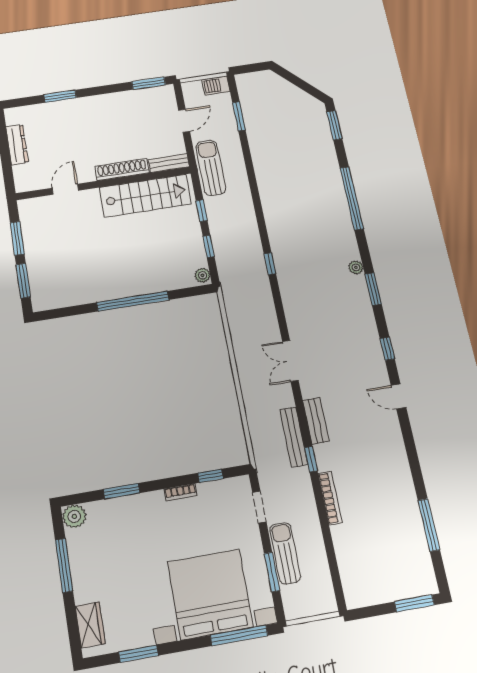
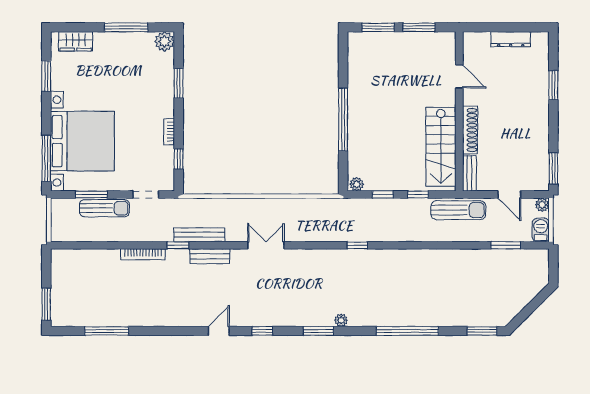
plant: (189, 88) -> (542, 205), added

